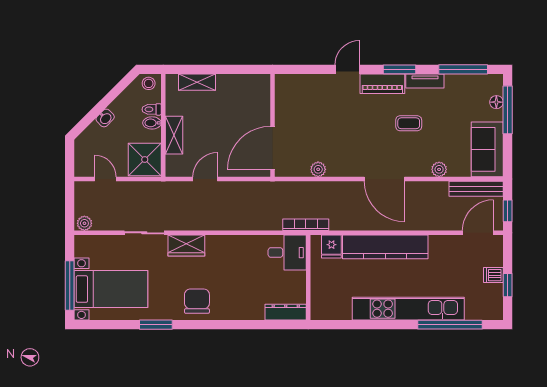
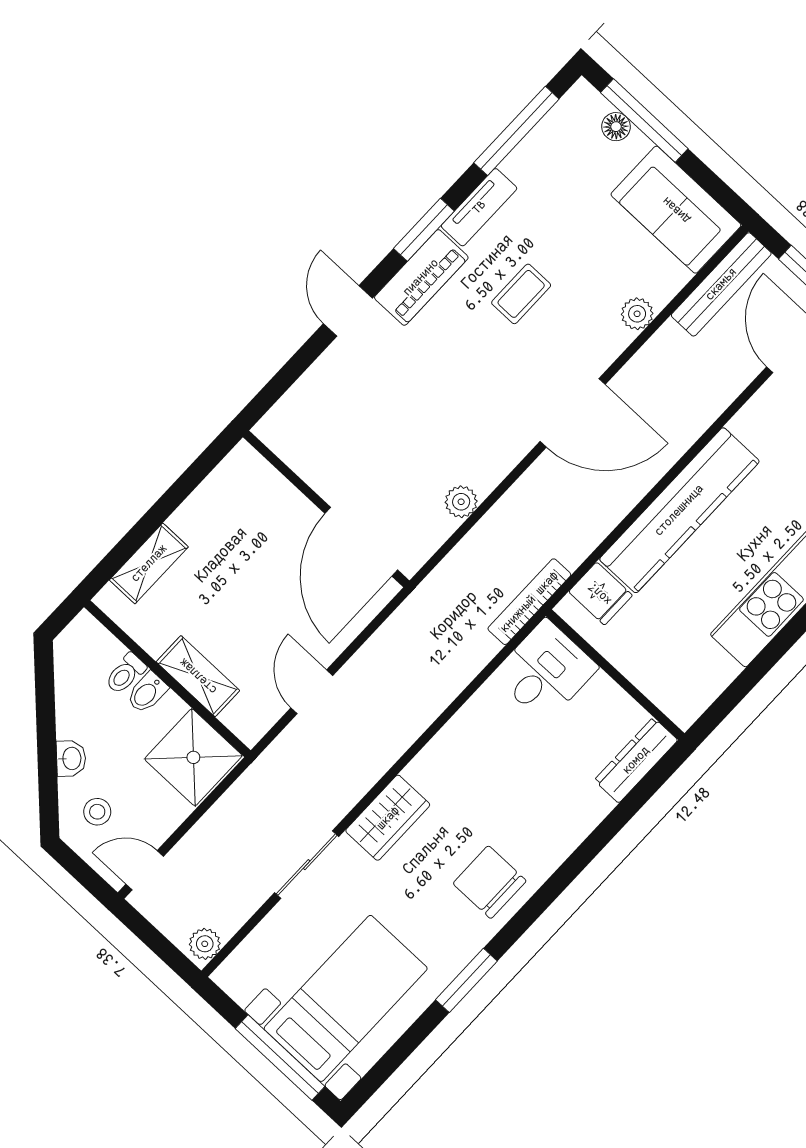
stool: (149, 83) -> (97, 812), moved
door: (105, 179) -> (145, 870), moved

